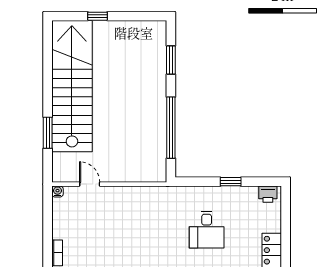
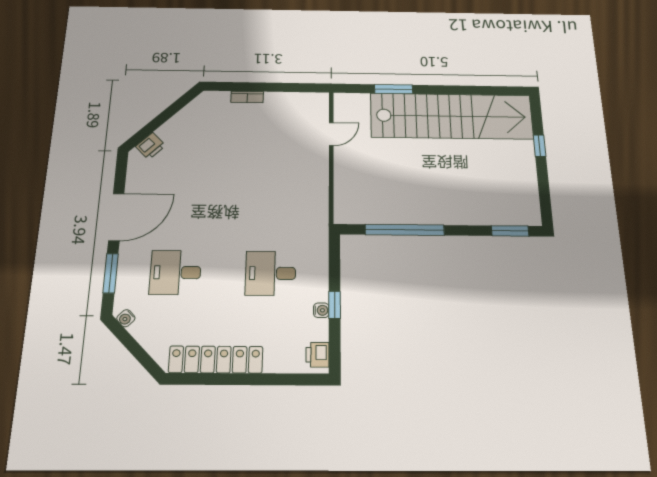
window: (171, 60) -> (510, 231), moved
water cooler: (57, 191) -> (321, 310), moved

